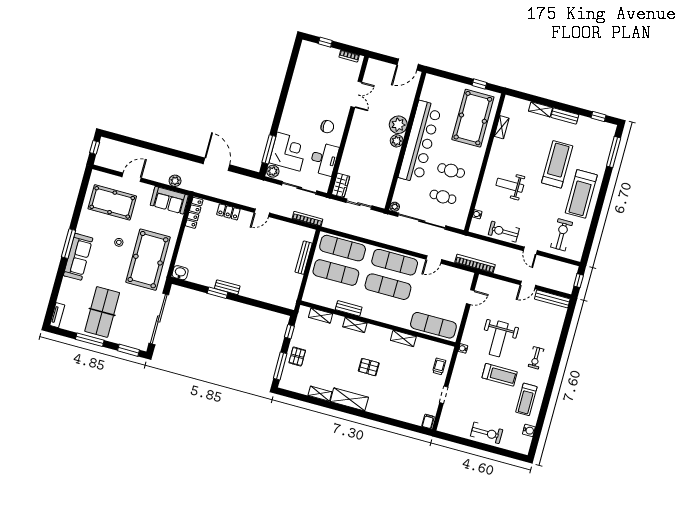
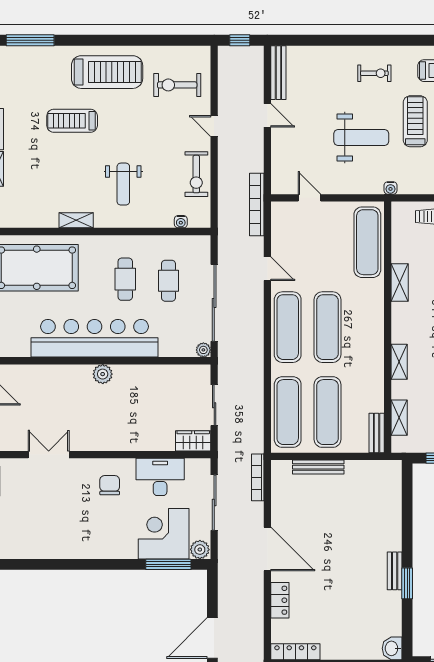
plant: (398, 125) -> (77, 378), removed
shelving: (502, 127) -> (76, 220), moved
treadmill: (557, 164) -> (72, 121), width x0.73, depth x0.73
door: (262, 213) -> (267, 549), width x1.87
door: (530, 251) -> (214, 126), swing flipped
bench: (349, 308) -> (377, 433), moved

